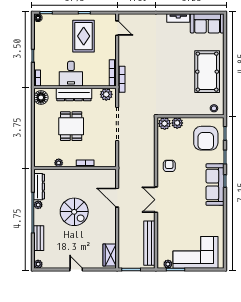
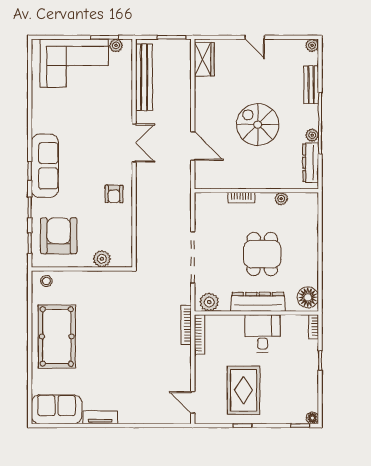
plant: (165, 124) -> (121, 258), removed

